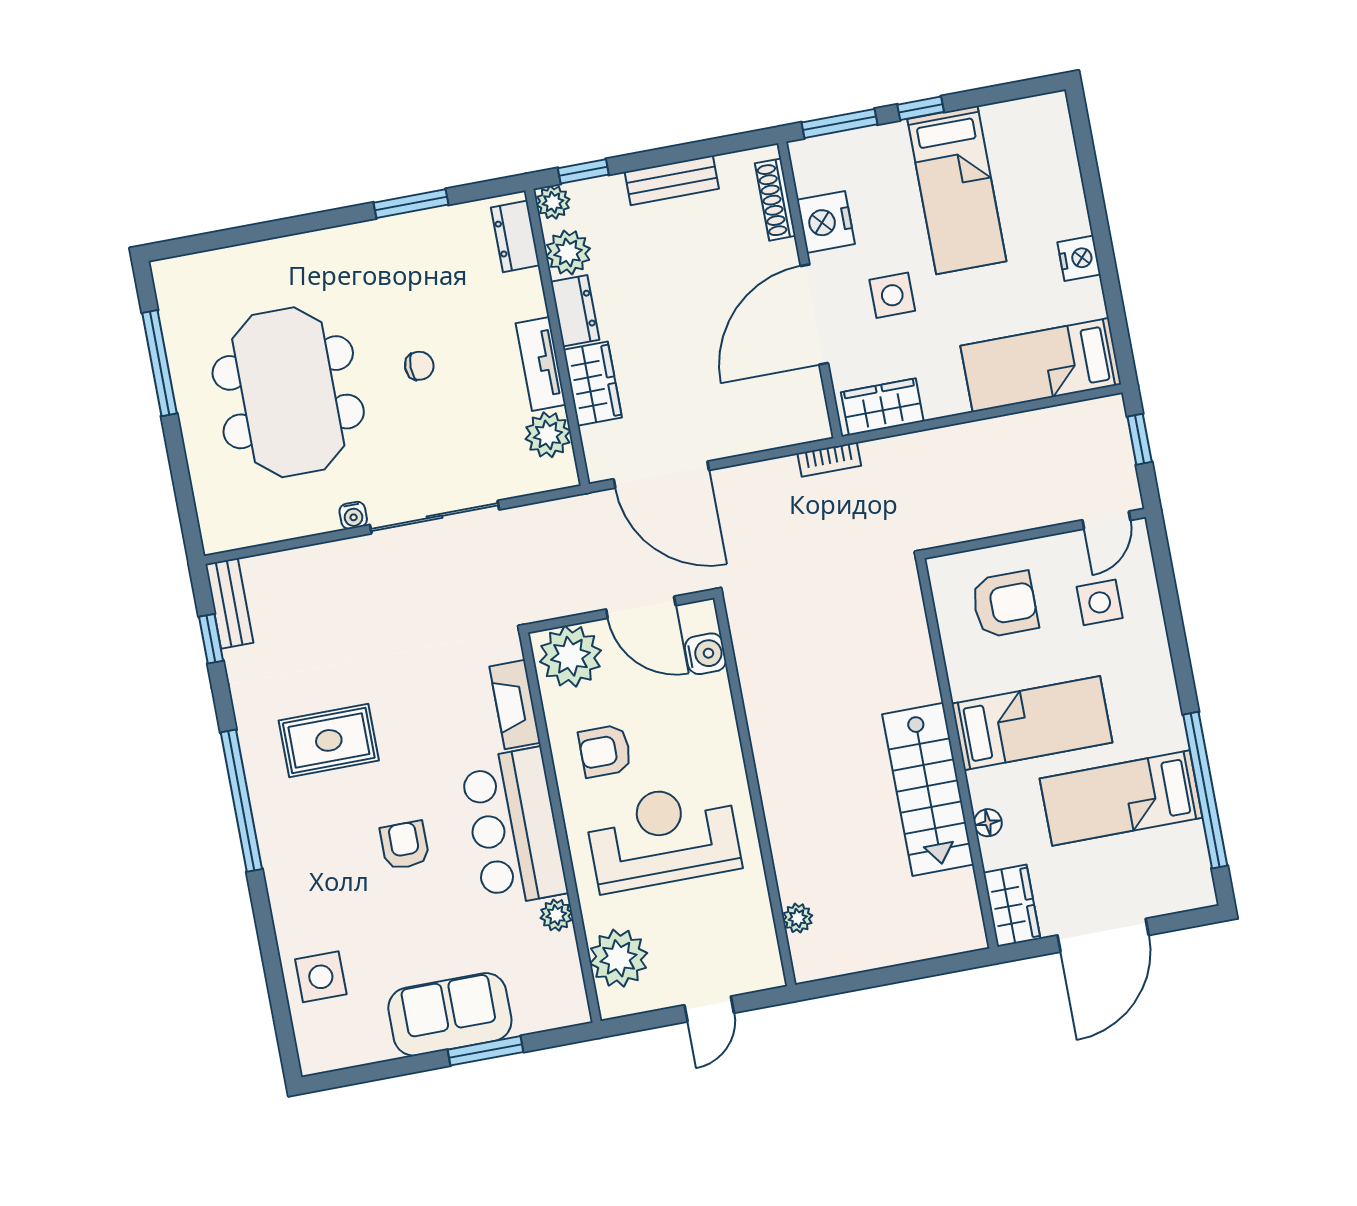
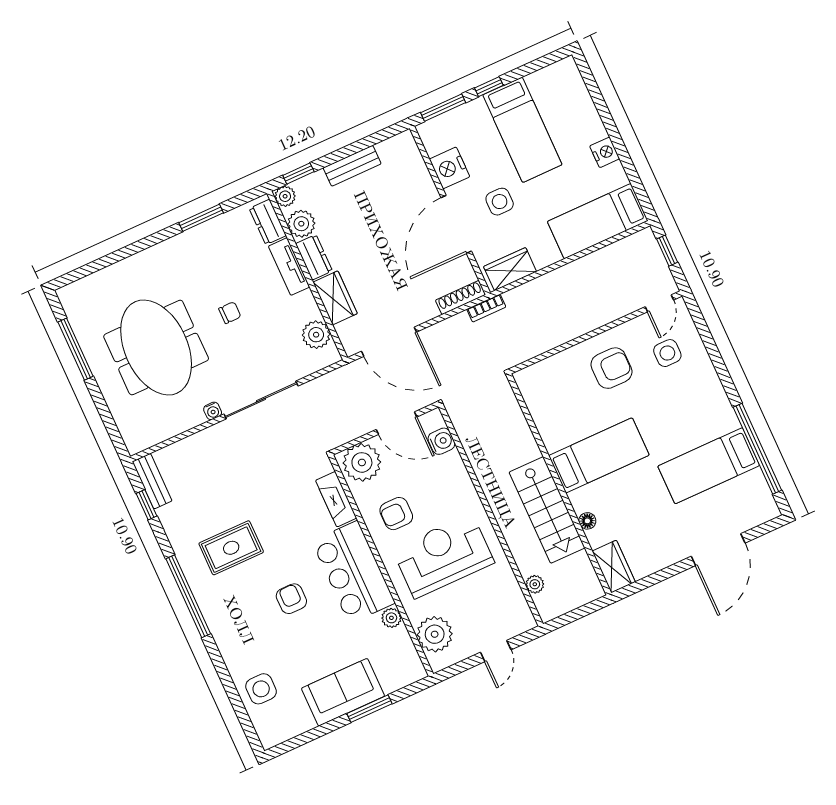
shoe rack: (775, 200) -> (460, 297), moved, turned 90
tv unit: (541, 364) -> (289, 267), moved
bed: (1032, 723) -> (599, 455), moved
wall: (957, 753) -> (559, 484), moved
stairs: (928, 789) -> (547, 510), moved
floor lamp: (988, 823) -> (587, 521), moved
wardrobe: (1012, 906) -> (614, 567), moved

